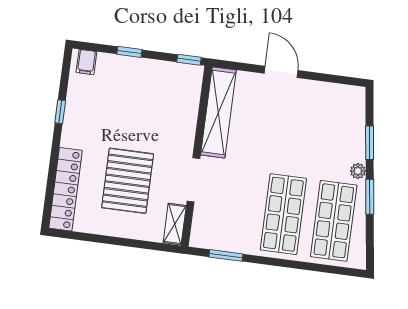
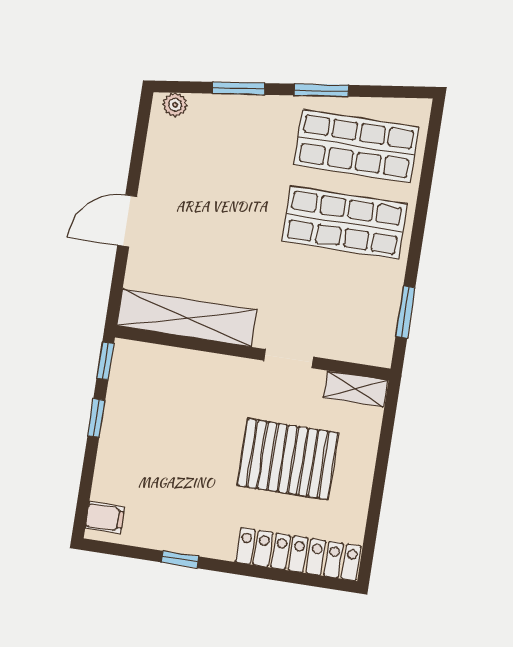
window: (129, 52) -> (96, 418), moved
plant: (358, 171) -> (175, 105), moved
doorway: (193, 180) -> (289, 359), width x0.73

